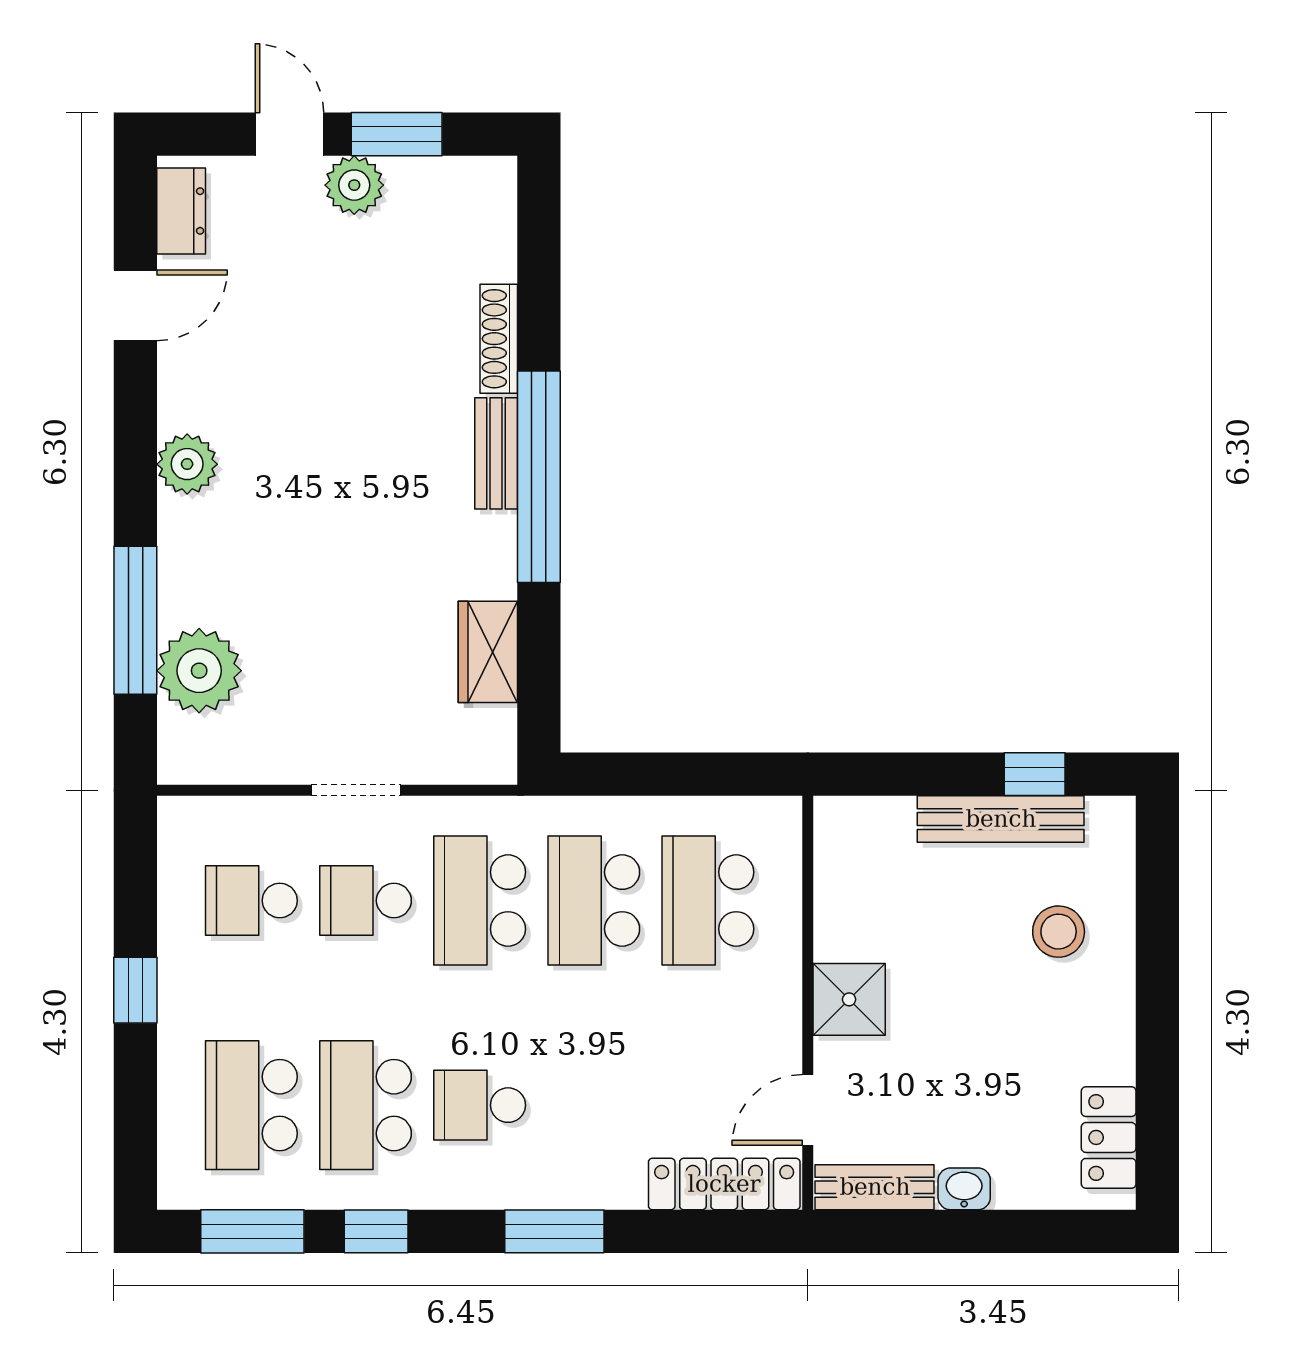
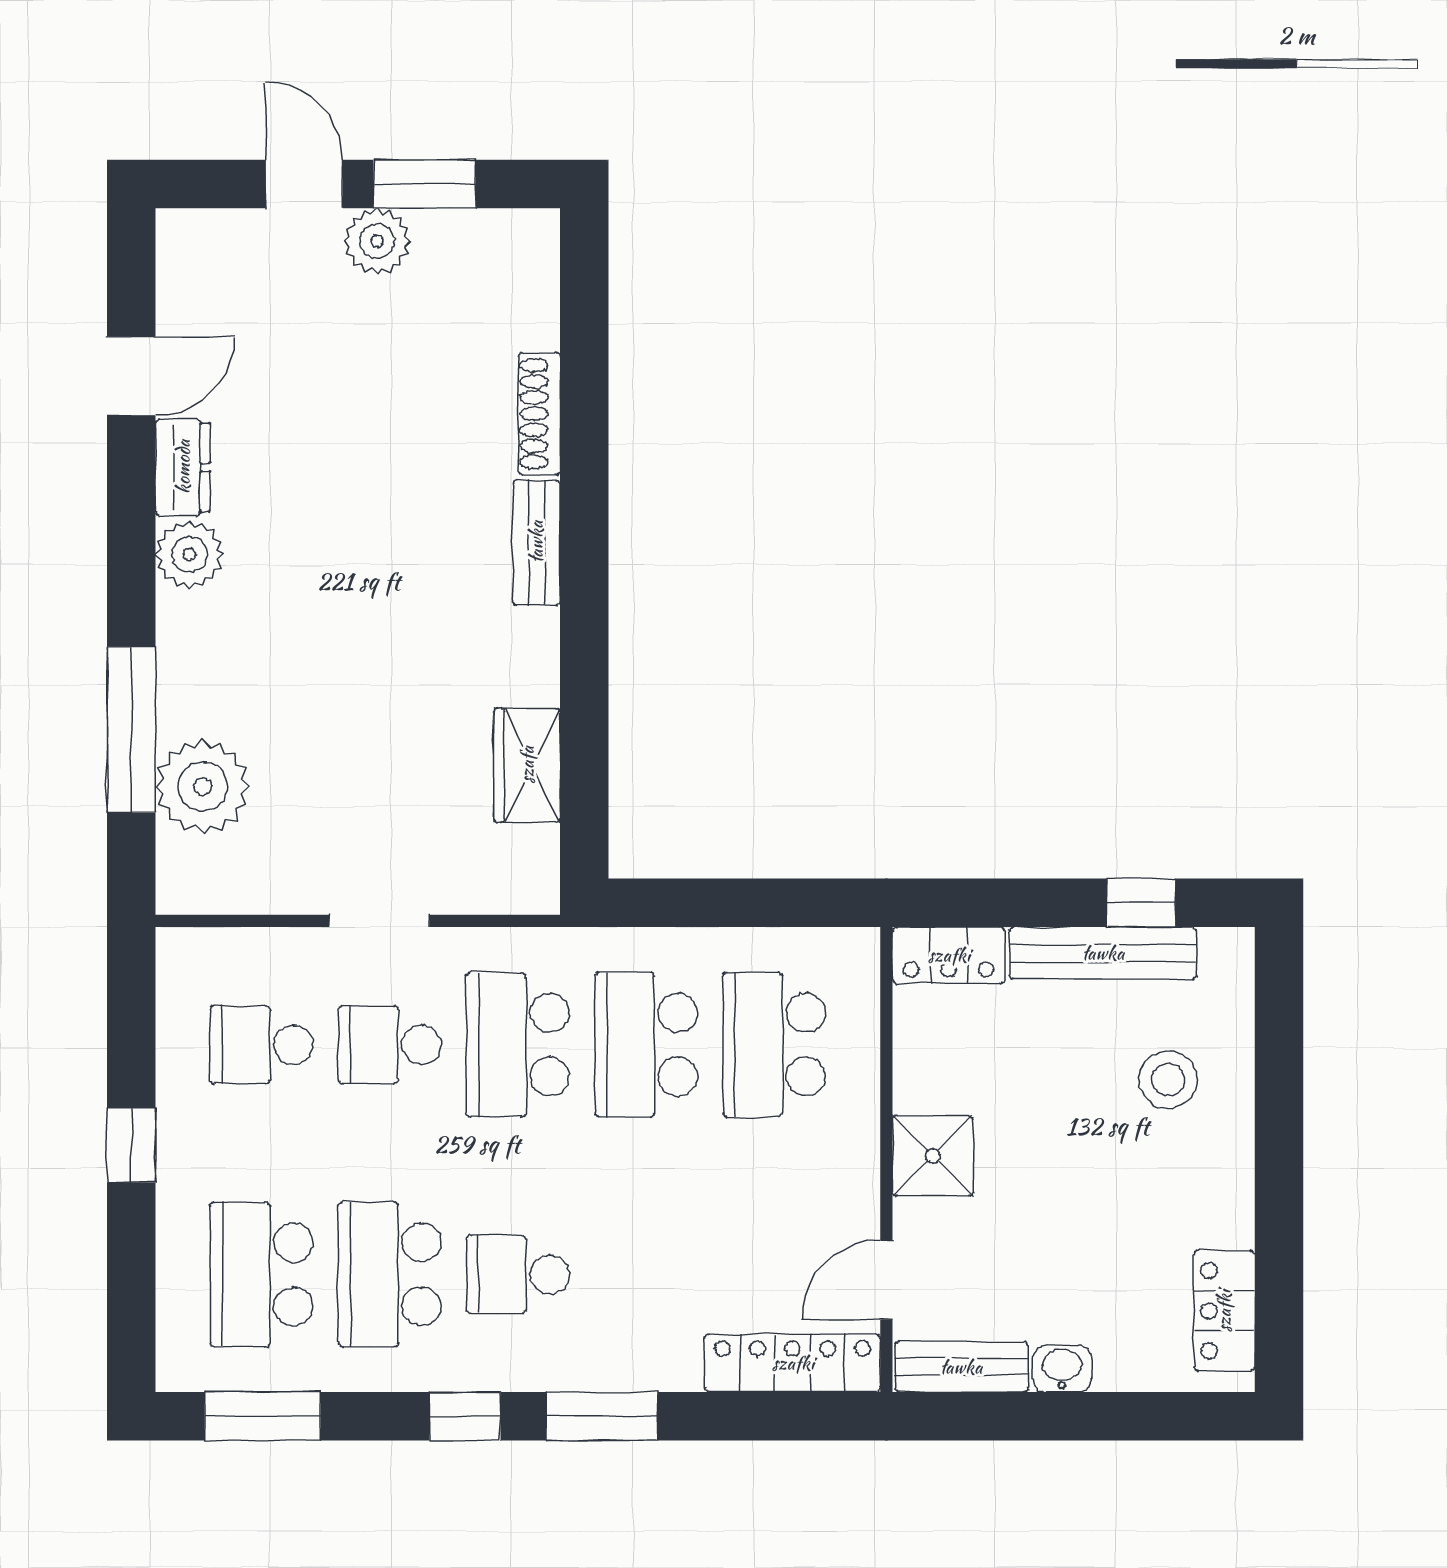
dresser: (181, 211) -> (183, 467), moved
window: (539, 477) -> (584, 569), removed
locker: (863, 821) -> (949, 955), added
window: (376, 1231) -> (465, 1416), moved

